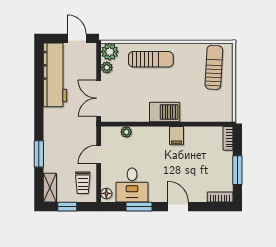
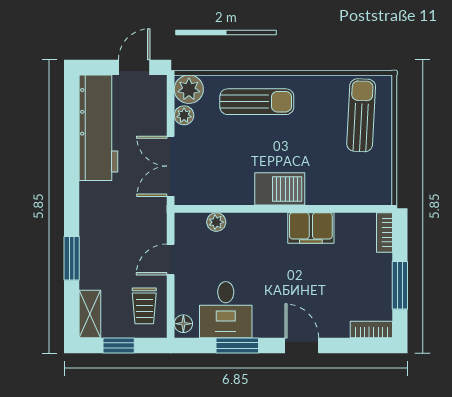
door: (77, 38) -> (134, 67), hinge flipped
filing cabinet: (177, 136) -> (311, 228), width x2.00

